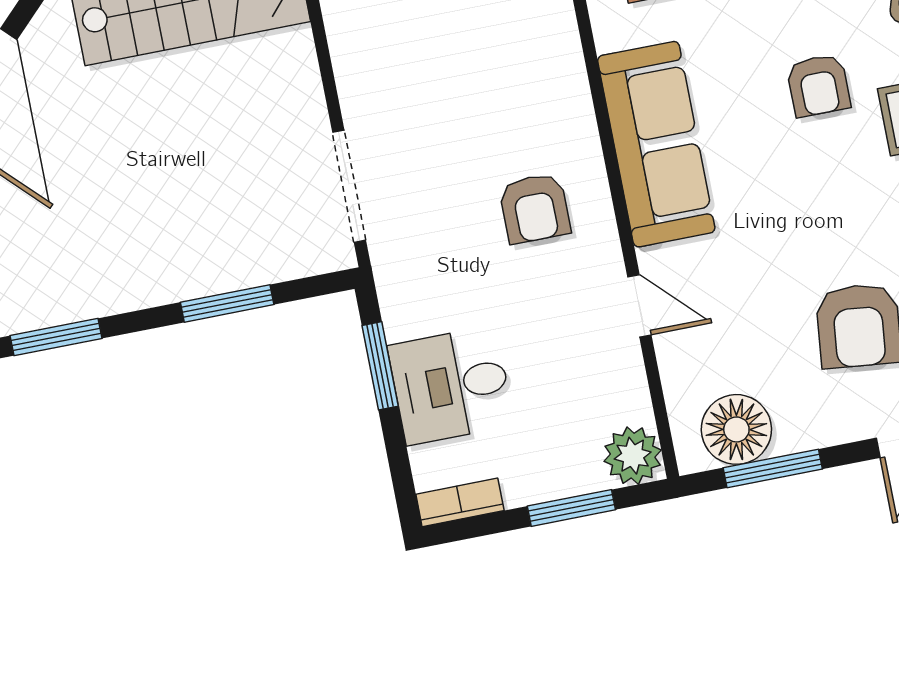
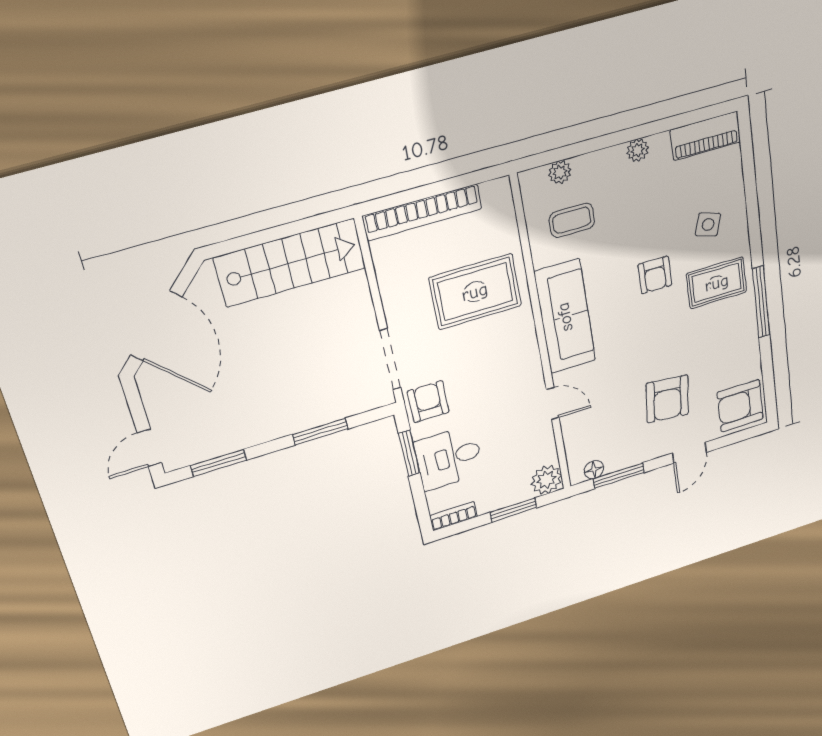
rug: (496, 82) -> (475, 292), added
armchair: (535, 208) -> (428, 402), moved, turned 180
floor lamp: (736, 429) -> (594, 470), width x0.53, depth x0.53

